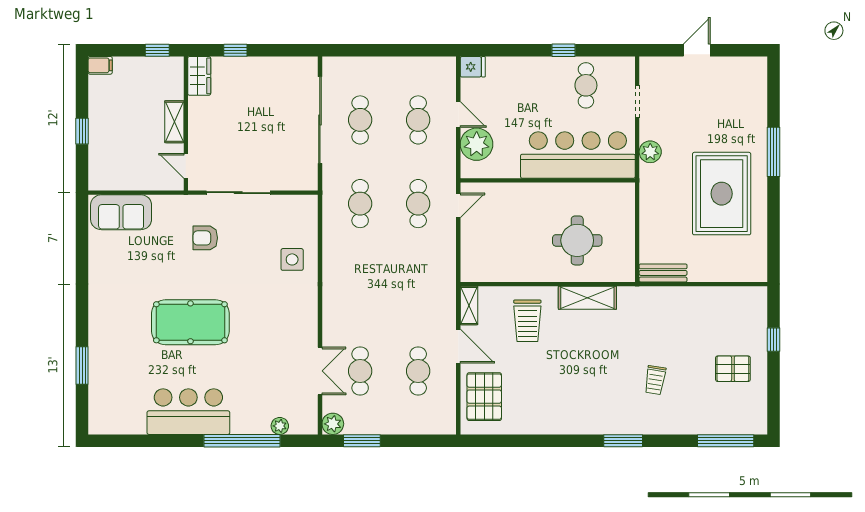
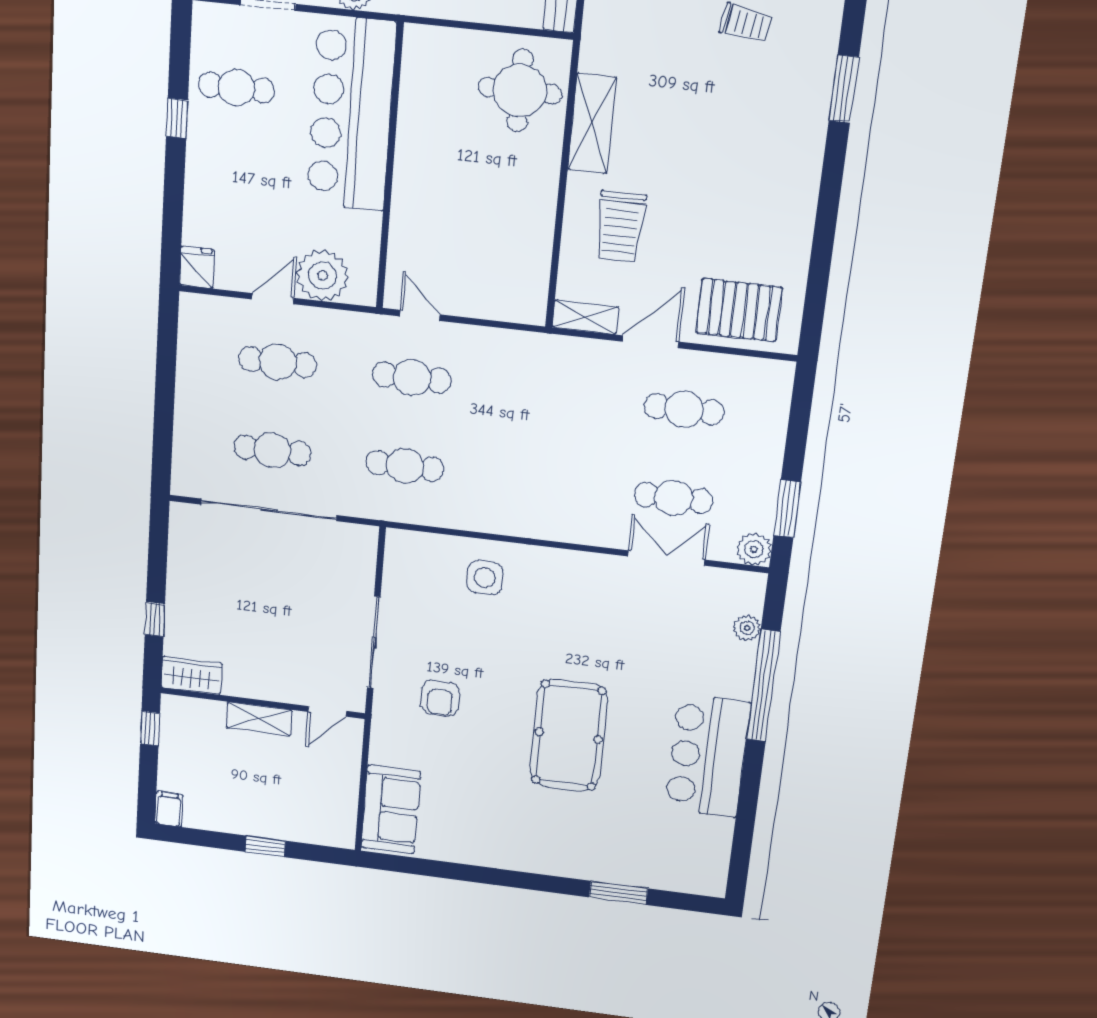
round table: (577, 240) -> (520, 90), moved
trolley: (527, 321) -> (620, 226), turned 90

